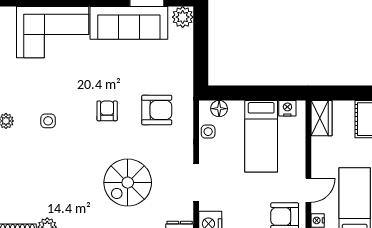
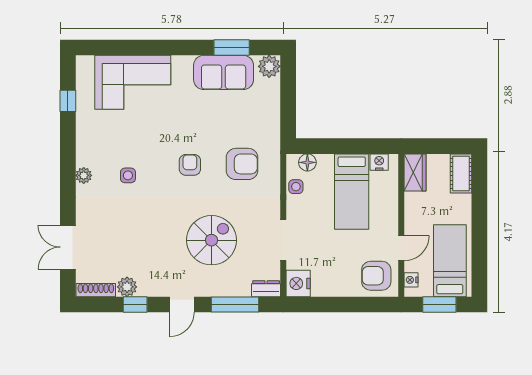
sofa: (129, 23) -> (224, 72), width x0.73
spiral stairs: (128, 183) -> (211, 240), turned 180

